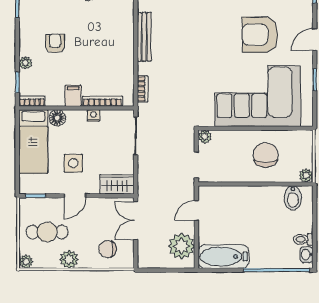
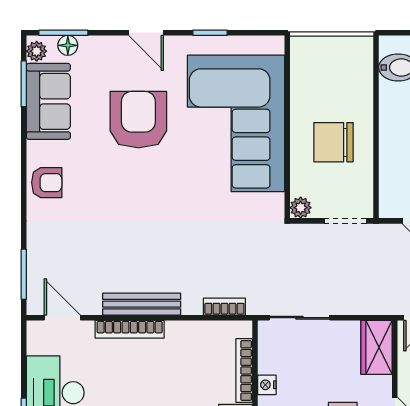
bookcase: (128, 29) -> (130, 329), added
armchair: (260, 35) -> (138, 120), turned 180
chair: (266, 155) -> (333, 142), moved
plant: (306, 175) -> (362, 46), removed

